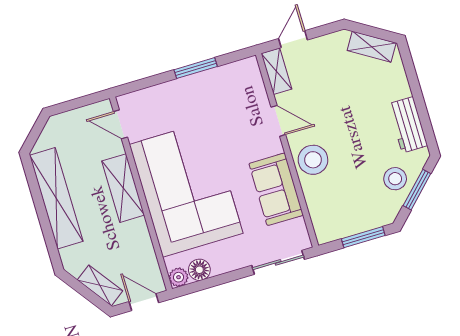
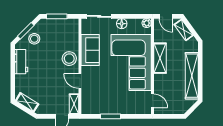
shelving: (123, 188) -> (160, 58), moved
floor lamp: (199, 270) -> (122, 24), moved

